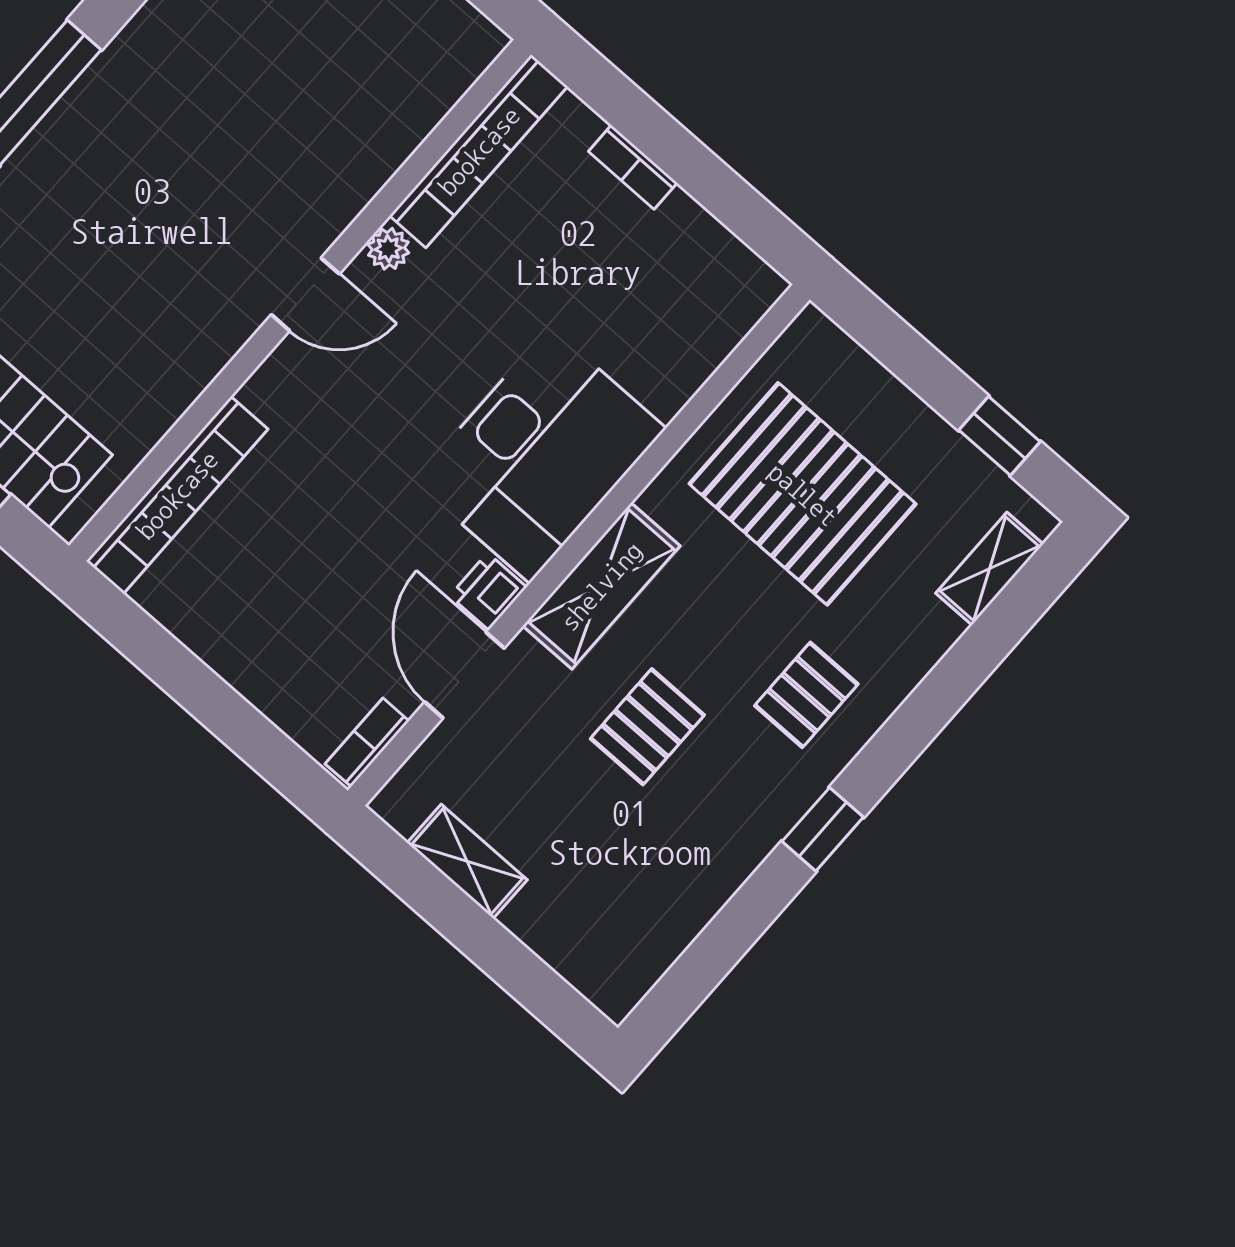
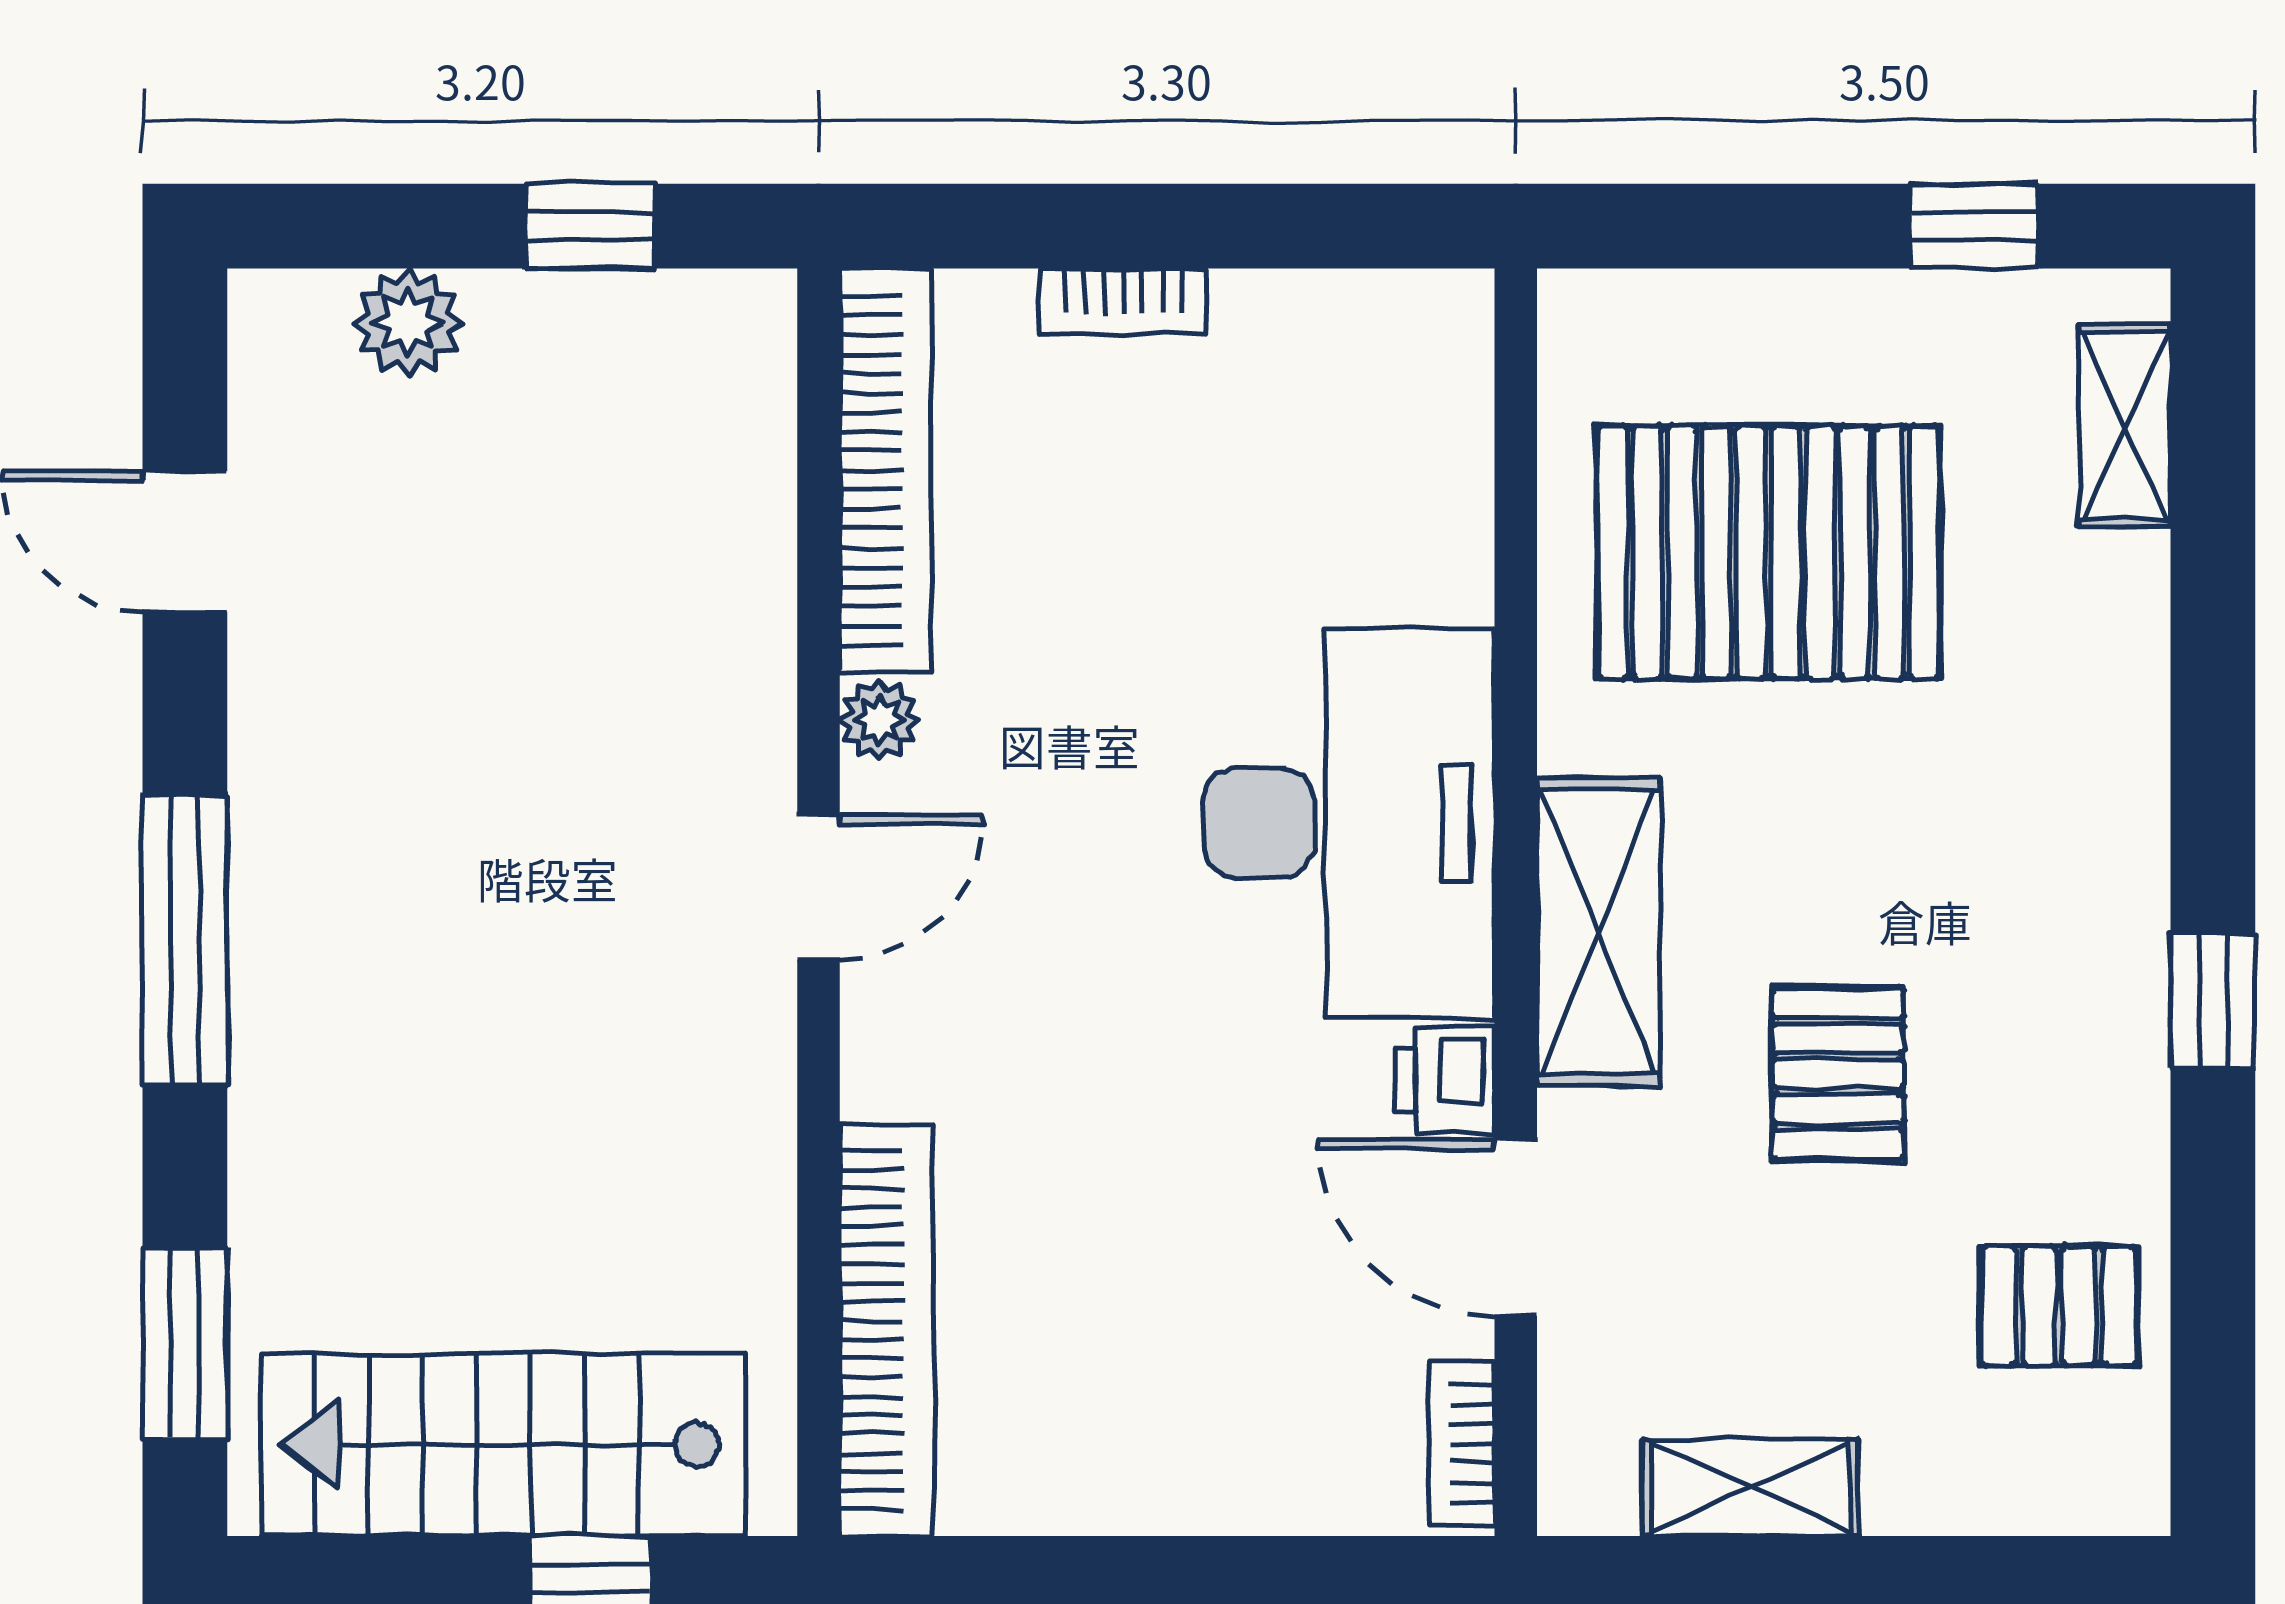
pallet: (806, 695) -> (2059, 1306), moved, turned 90

